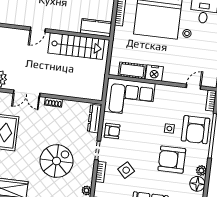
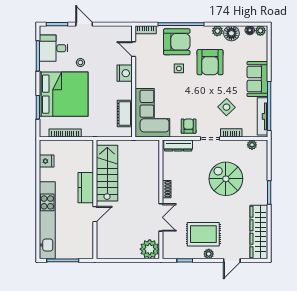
kitchen counter: (96, 28) -> (86, 188), moved
door: (38, 30) -> (95, 214), hinge flipped
nightstand: (154, 73) -> (125, 73), moved

